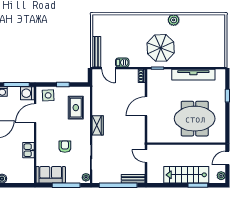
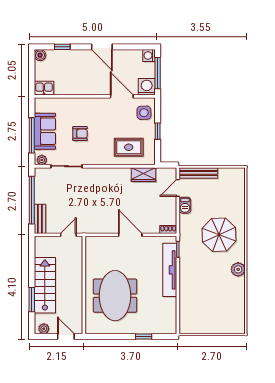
parasol: (161, 48) -> (219, 235), moved
tv unit: (193, 75) -> (170, 270), moved
wardrobe: (98, 125) -> (143, 175), moved
kitchen sink: (28, 150) -> (44, 88), moved
sofa: (51, 175) -> (45, 131), moved

